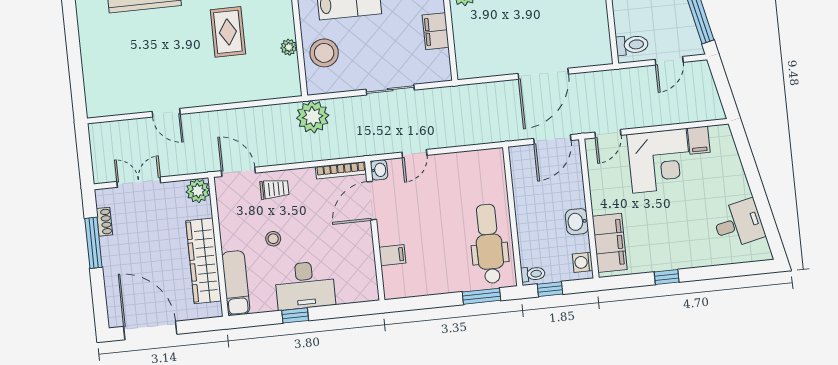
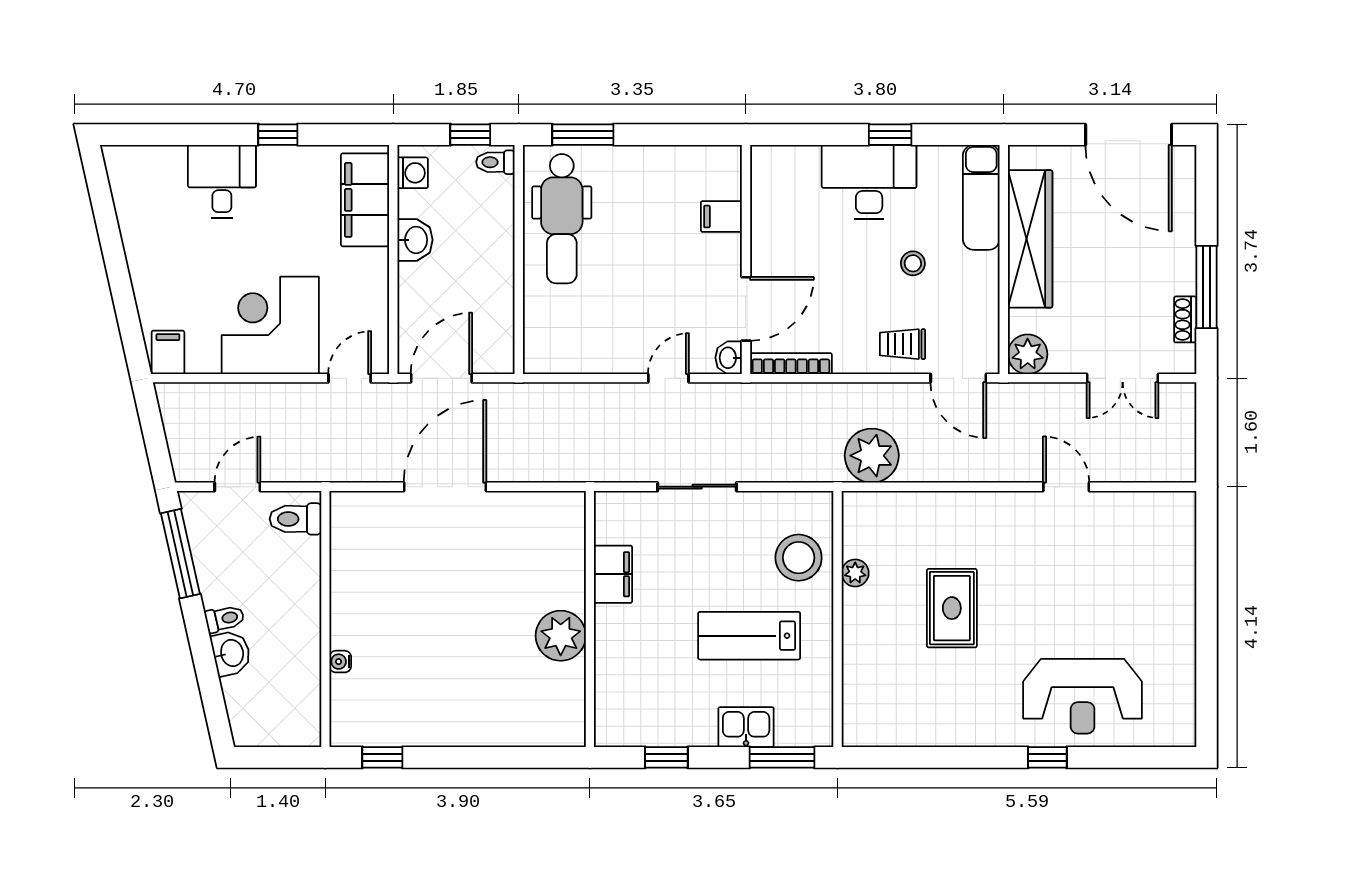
plant: (313, 117) -> (872, 456), moved
filing cabinet: (699, 140) -> (168, 352), moved
desk: (739, 224) -> (222, 181), moved, turned 103

